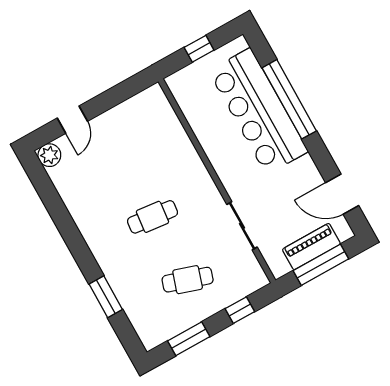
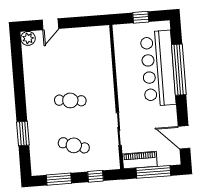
piano: (311, 247) -> (140, 160), moved

